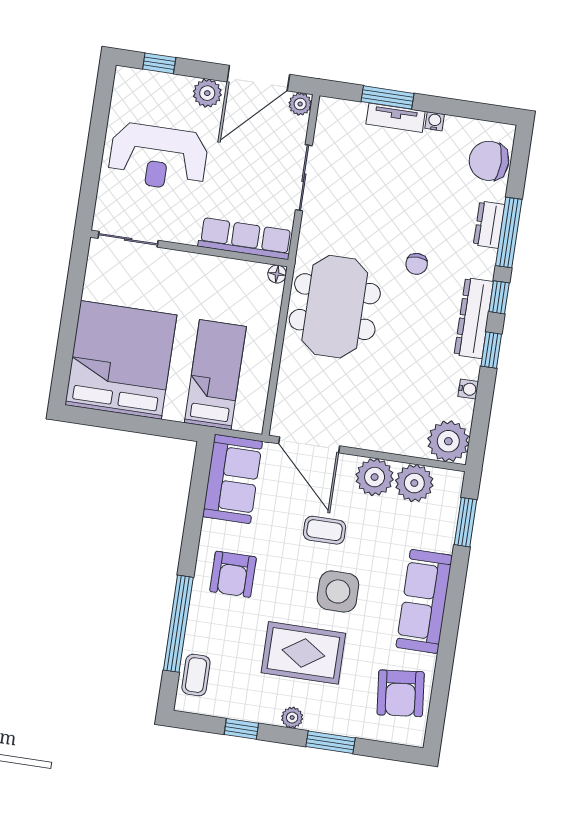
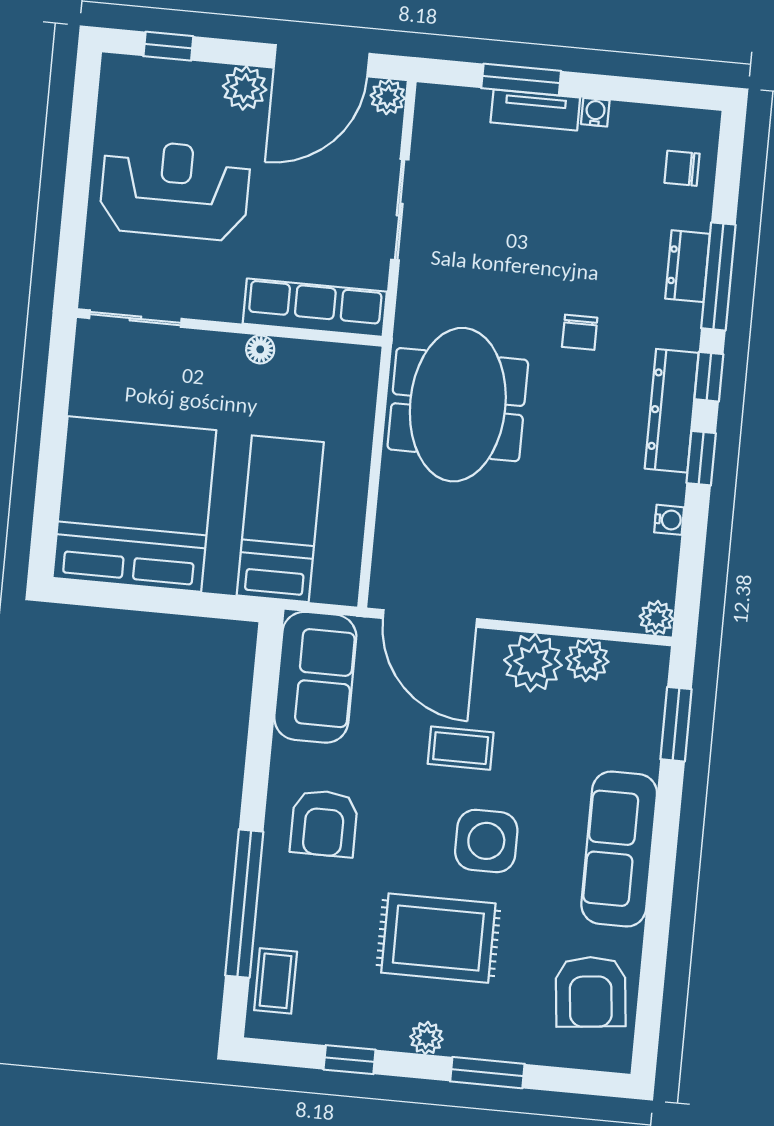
reception desk: (158, 157) -> (175, 190), turned 180
chair: (489, 161) -> (682, 168), width x0.54, depth x0.54
floor lamp: (277, 274) -> (260, 349), moved
plant: (448, 441) -> (656, 618), width x0.53, depth x0.53
plant: (414, 483) -> (587, 660), width x0.73, depth x0.73

